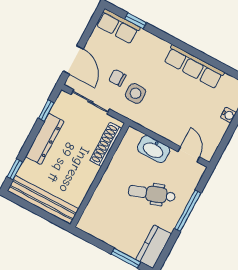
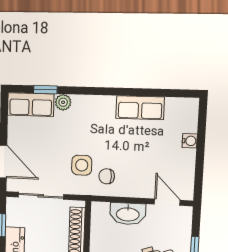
plant: (145, 37) -> (63, 102), added
row of seats: (194, 67) -> (140, 108), width x0.68
chair: (117, 78) -> (107, 176), moved

